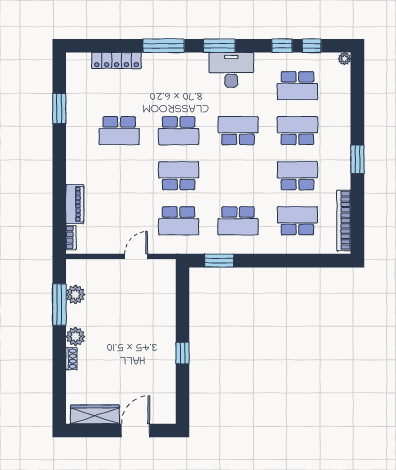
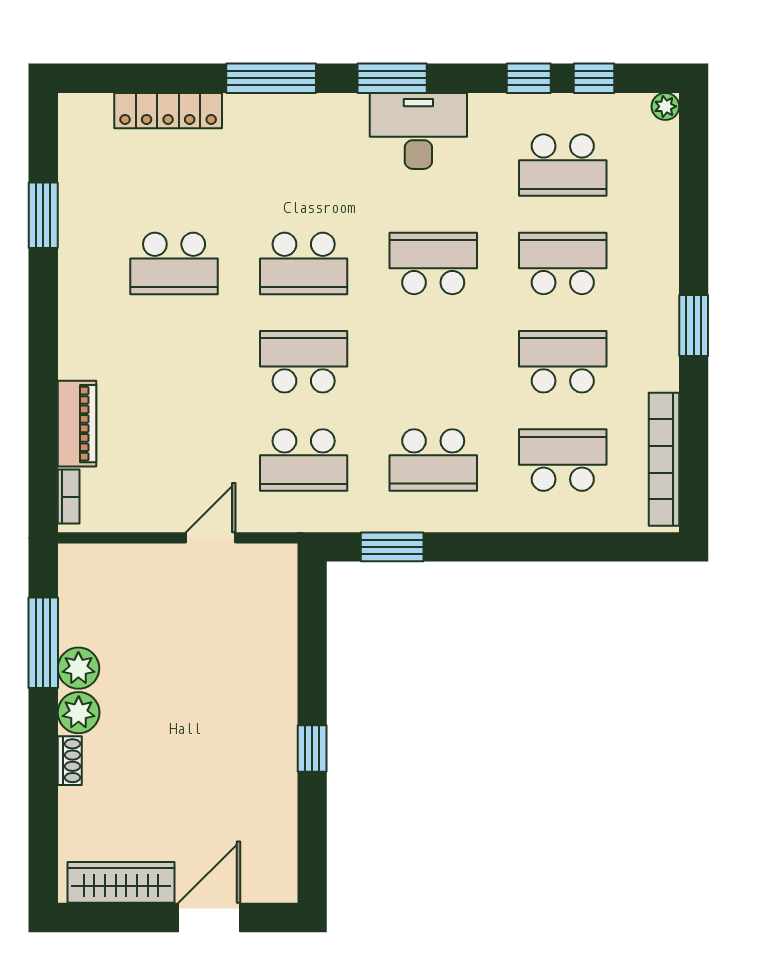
plant: (75, 295) -> (78, 668), moved

